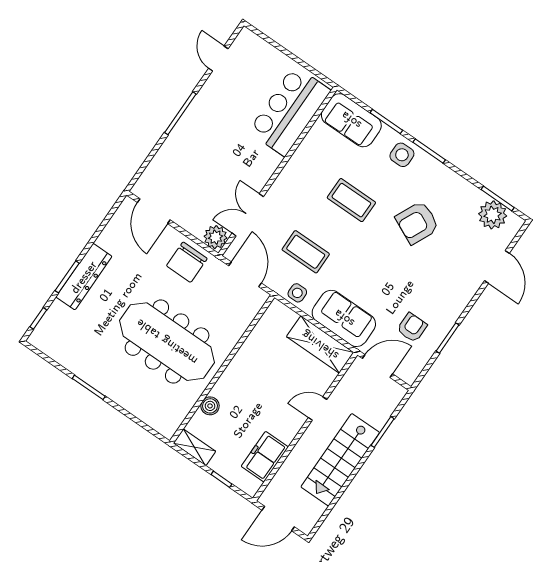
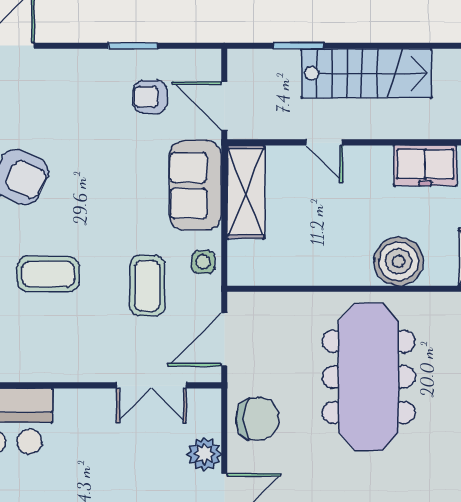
coffee table: (351, 200) -> (48, 274), turned 90
plant: (215, 237) -> (204, 454), moved
boiler: (210, 406) -> (398, 261), width x1.86, depth x1.86

